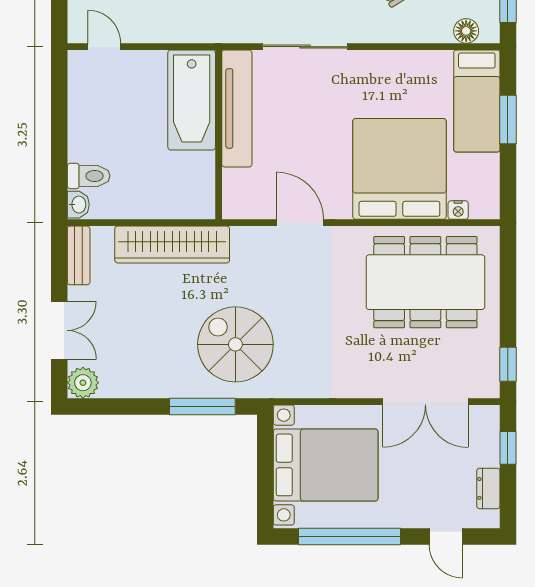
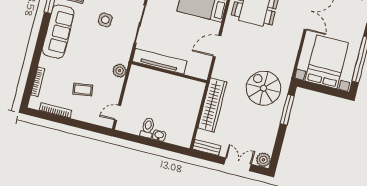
plant: (195, 28) -> (120, 71), added
bathtub: (192, 100) -> (151, 80), removed
toilet: (89, 176) -> (148, 128), moved
washbasin: (78, 205) -> (159, 136), moved
spiral stairs: (235, 344) -> (264, 88), turned 90

